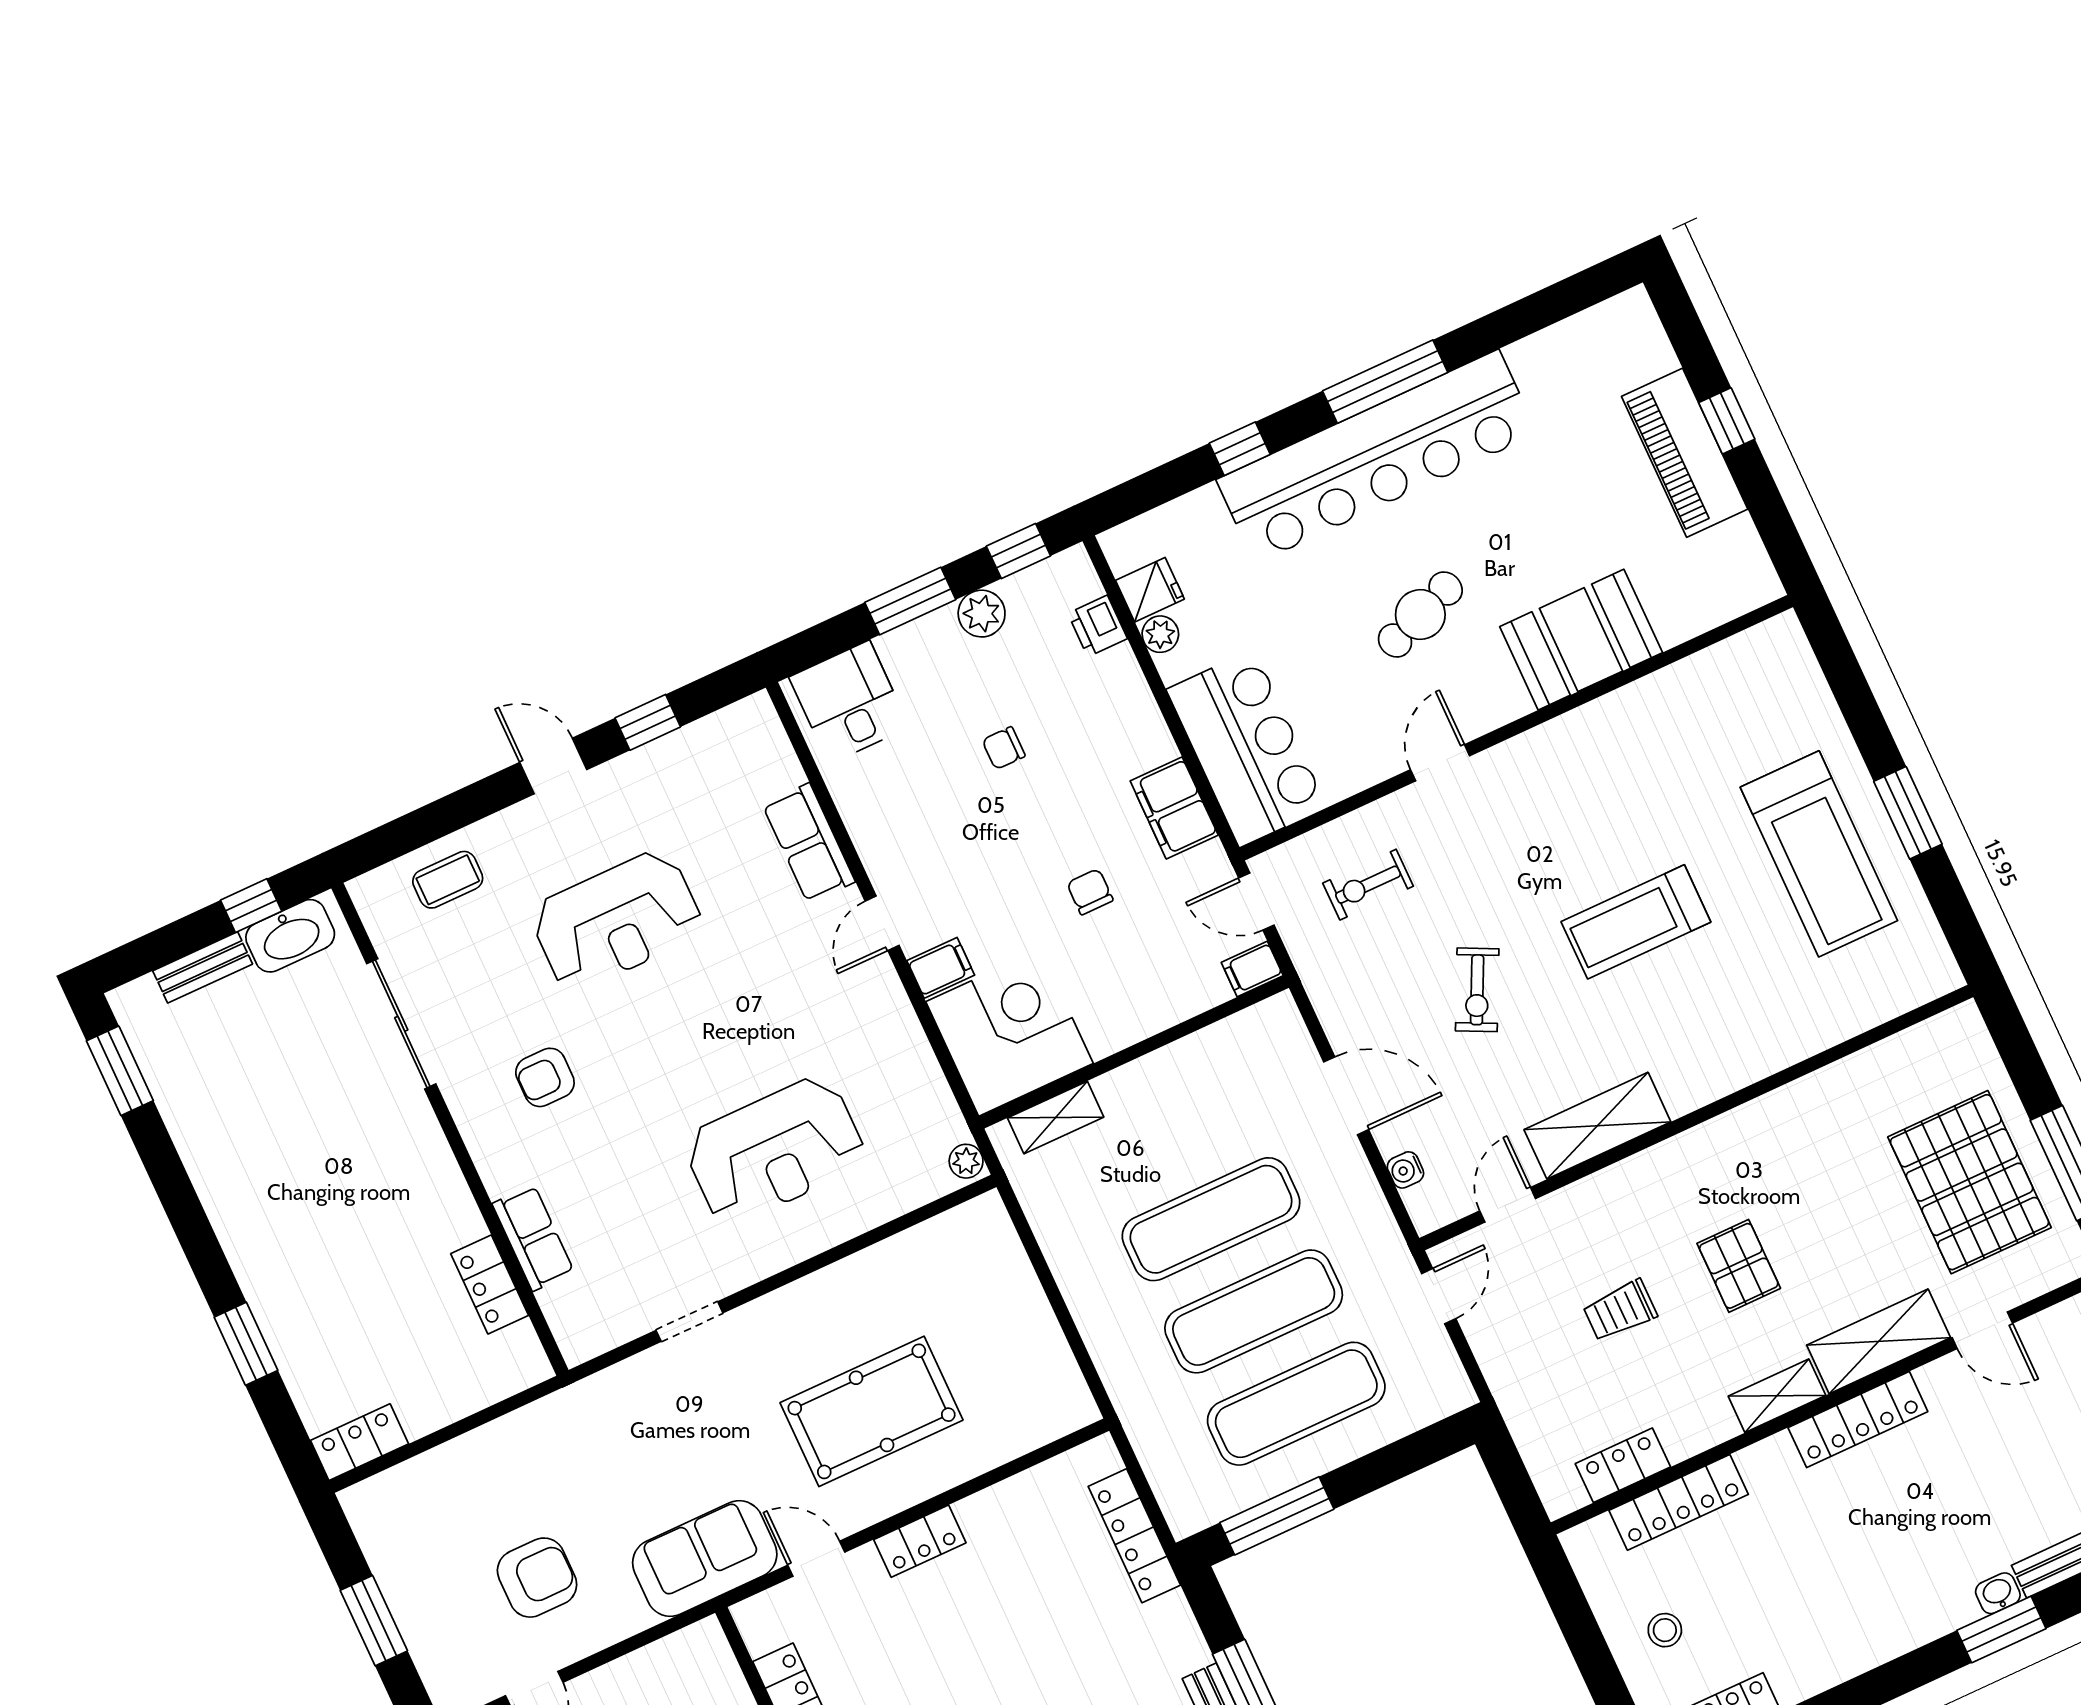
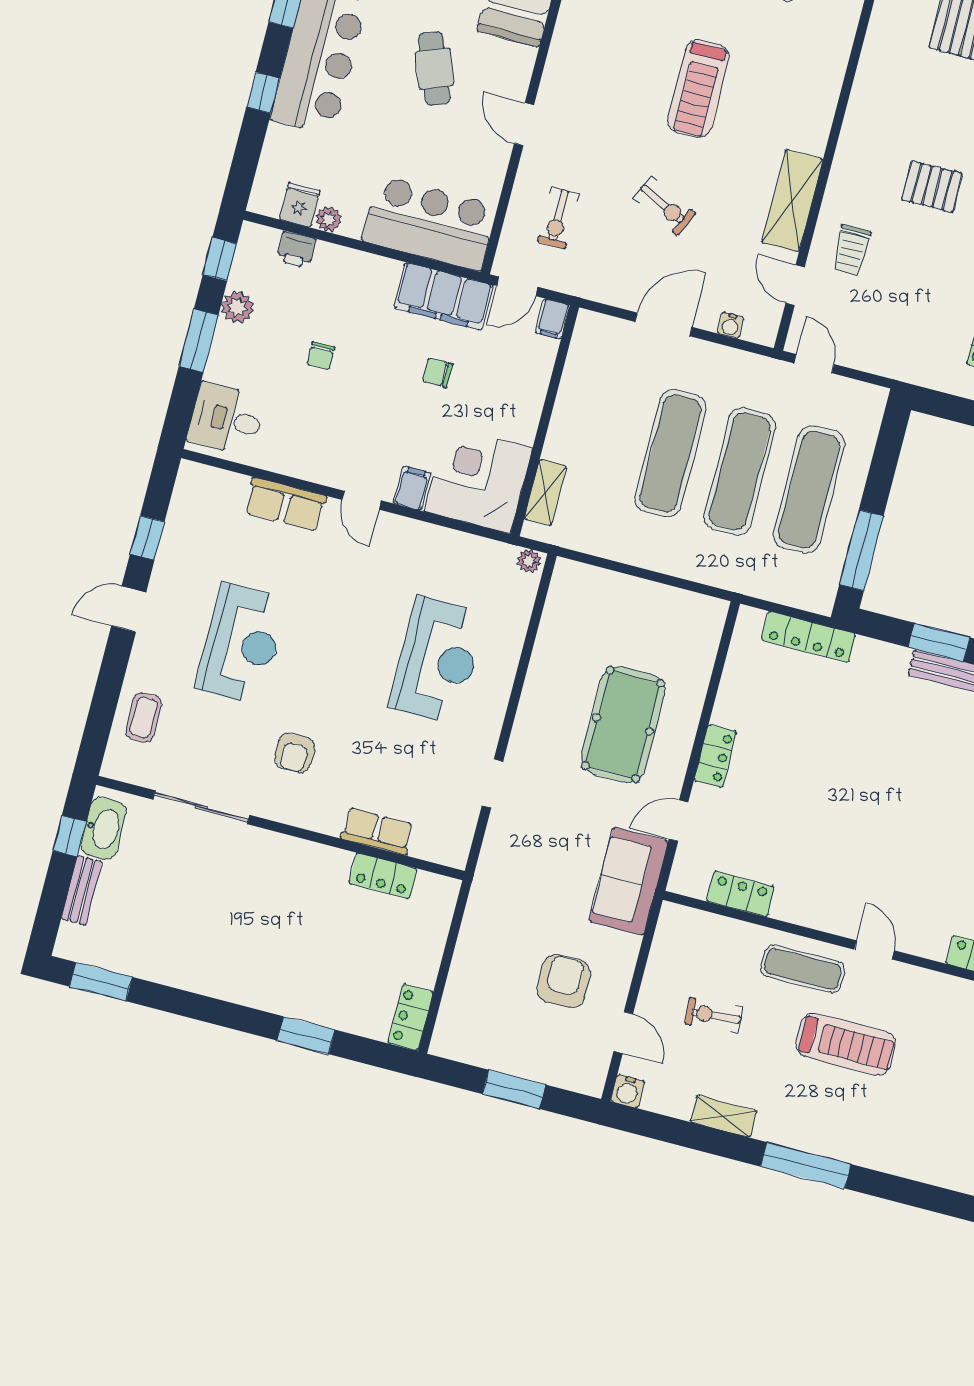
filing cabinet: (1174, 808) -> (443, 296), width x1.50, depth x1.17
trolley: (1620, 1310) -> (851, 250), moved

